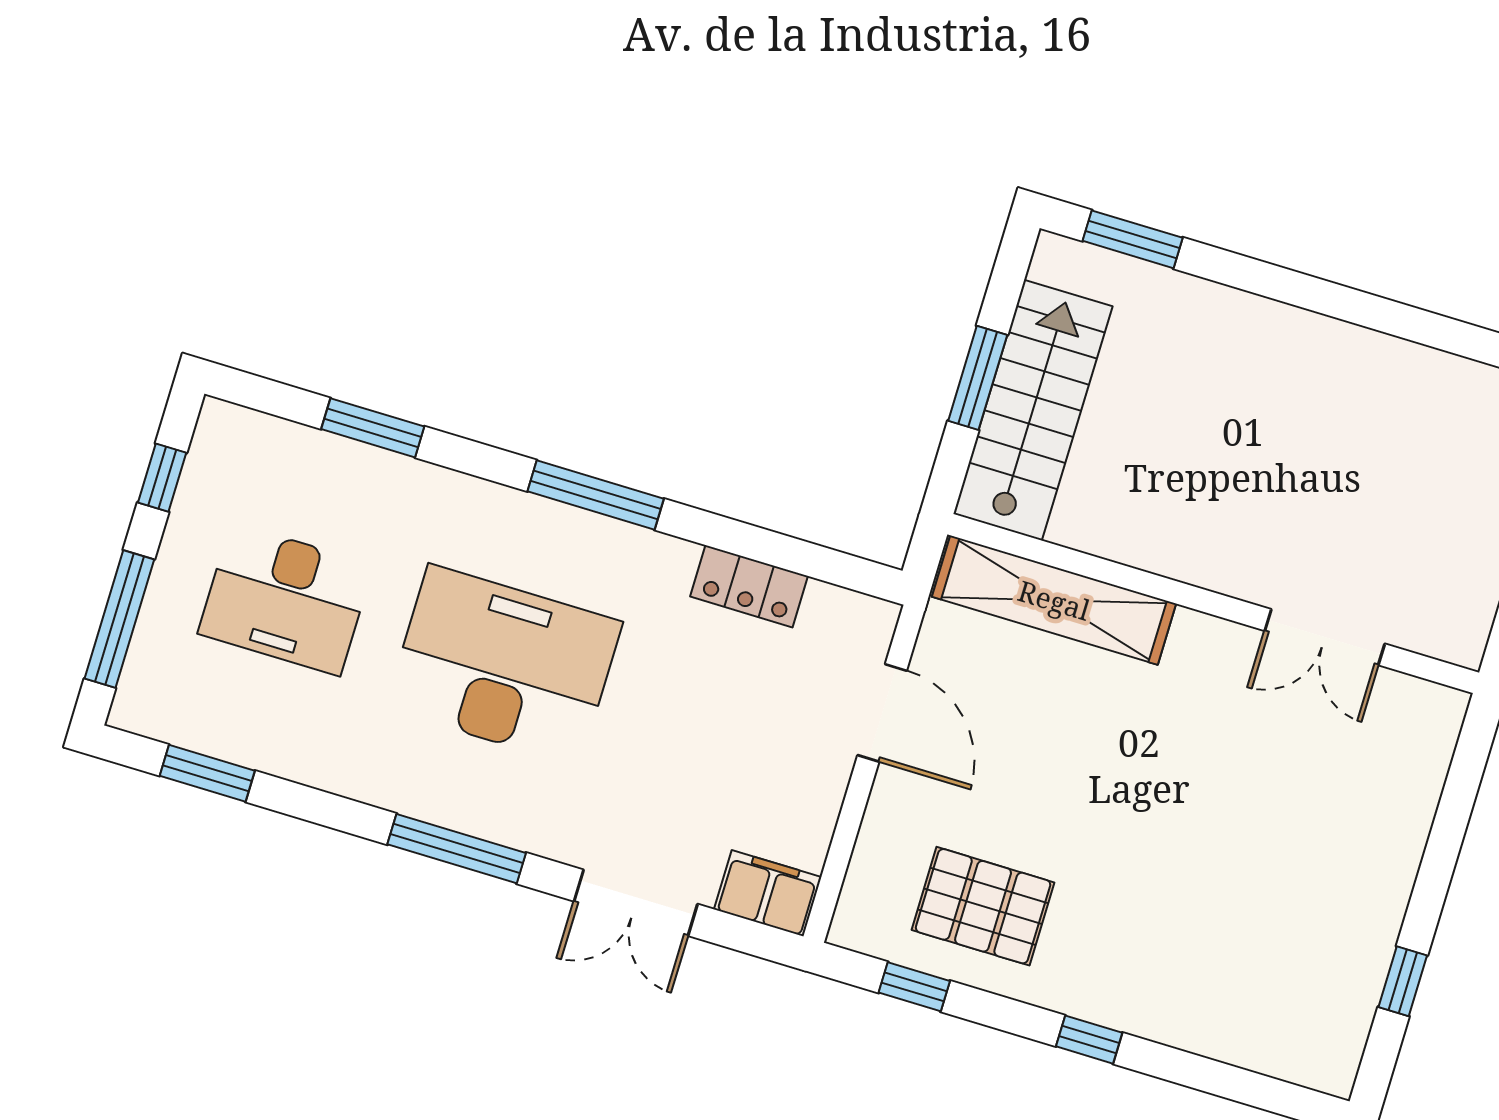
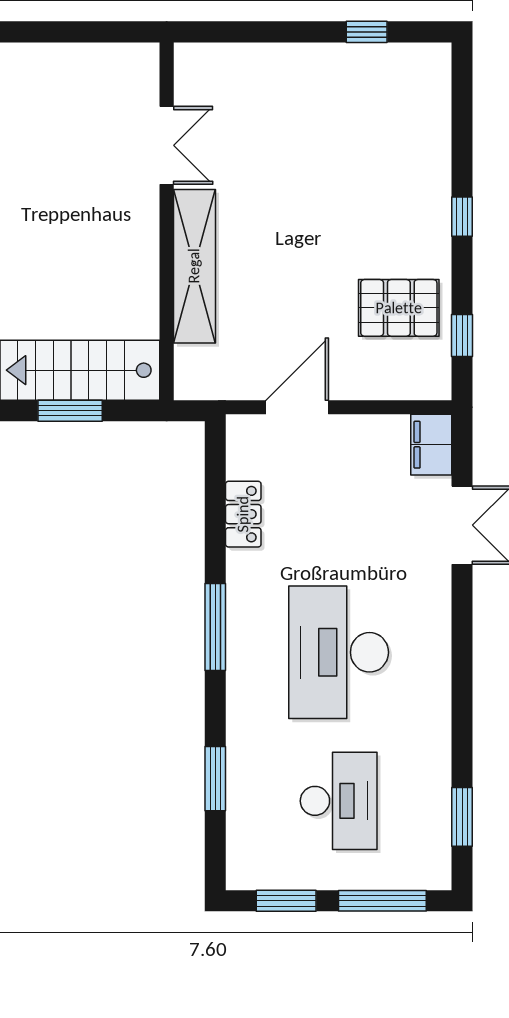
window: (162, 478) -> (286, 901), width x1.50
shelving: (1054, 600) -> (194, 266), moved
window: (457, 849) -> (462, 647), removed
pallet: (983, 906) -> (399, 308), turned 90

